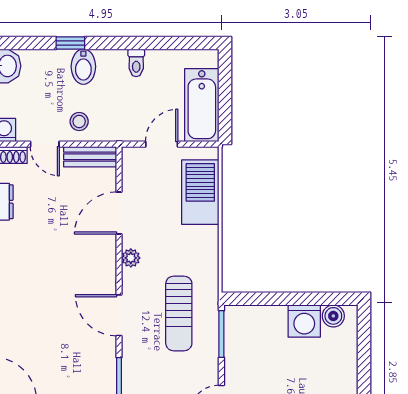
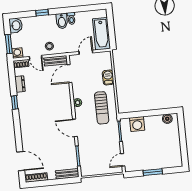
bidet: (83, 67) -> (62, 21), moved
barbecue: (200, 192) -> (108, 77), width x0.53, depth x0.65
door: (119, 213) -> (70, 74), moved
sun lounger: (179, 313) -> (102, 108), moved
washing machine: (304, 321) -> (137, 124), moved

